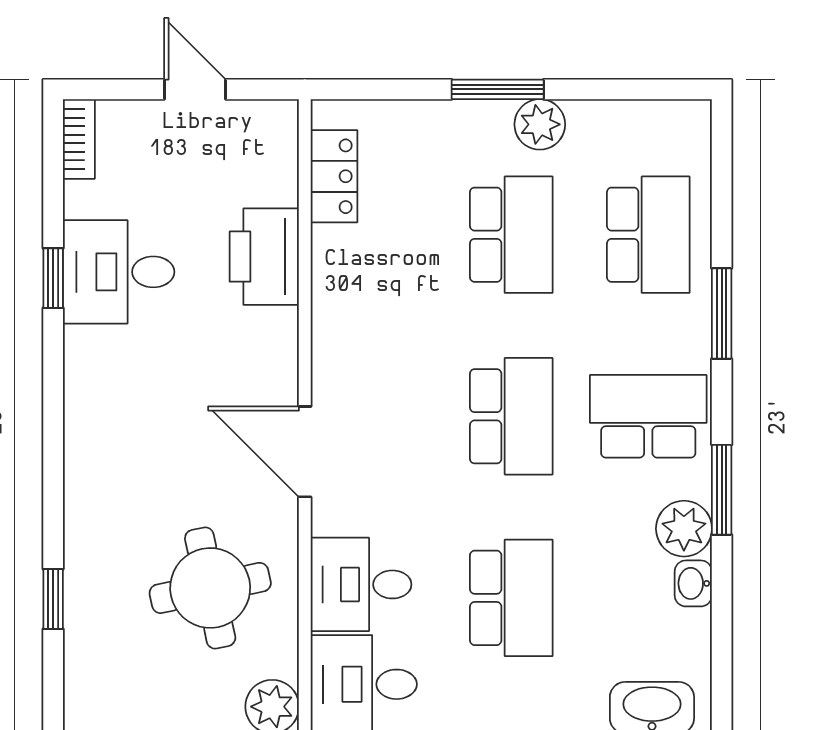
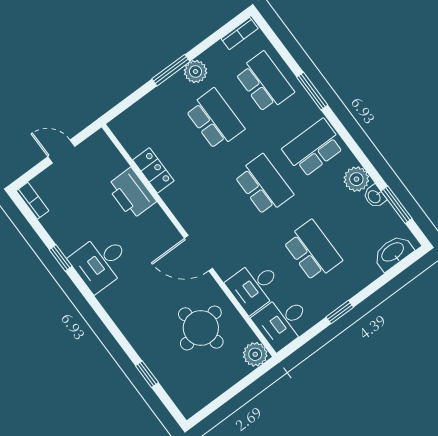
bookcase: (668, 115) -> (240, 34), added
locker: (334, 176) -> (153, 170), moved
desk: (119, 272) -> (100, 262), moved
window: (722, 490) -> (397, 205), moved

